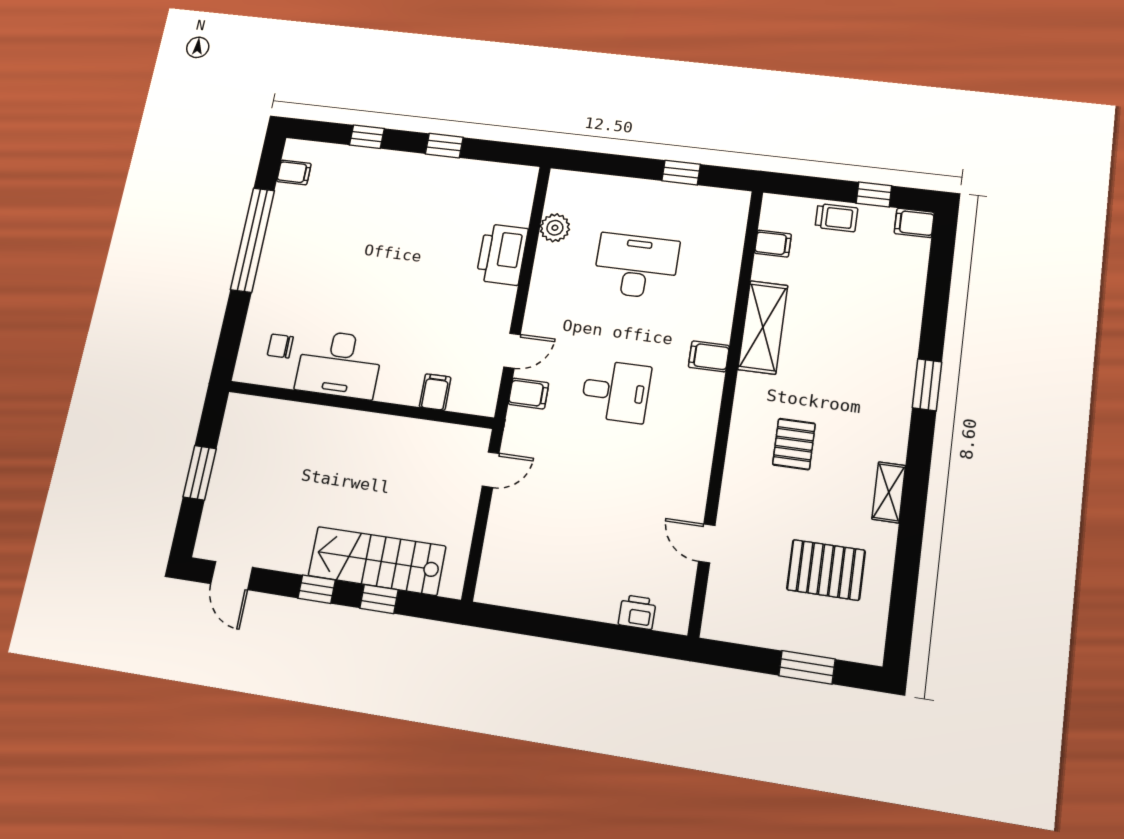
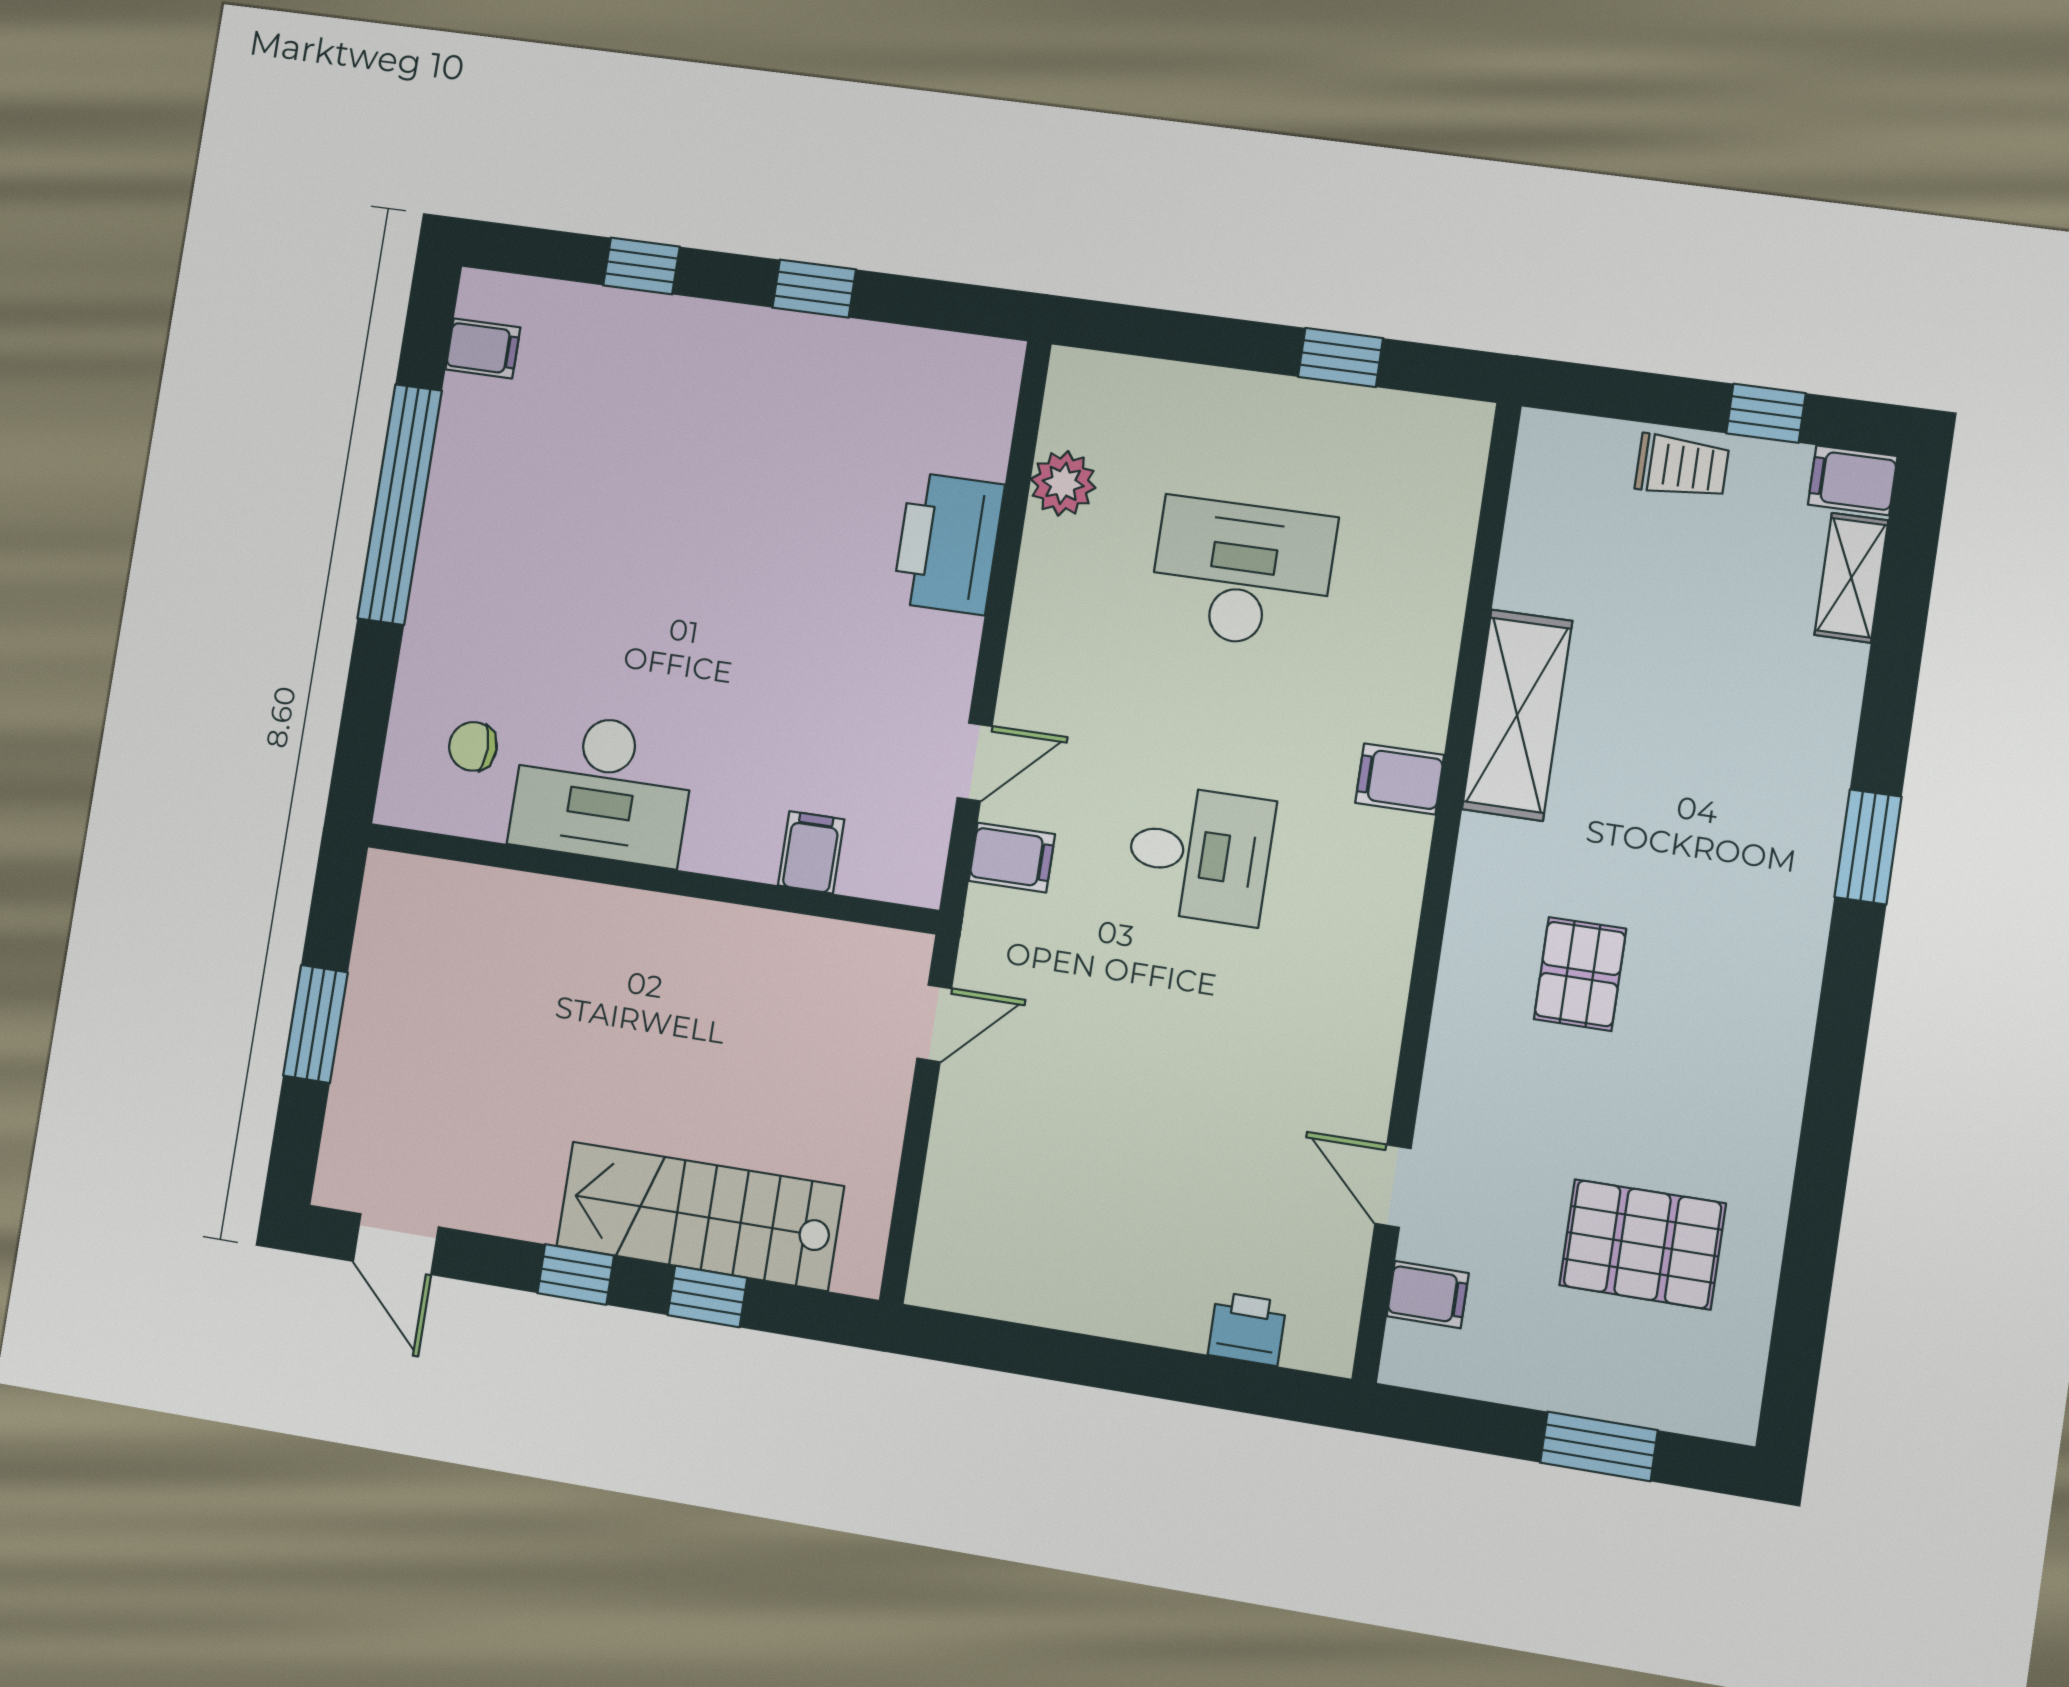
filing cabinet: (773, 244) -> (1428, 1295), moved
shelving: (889, 492) -> (1851, 578), moved

